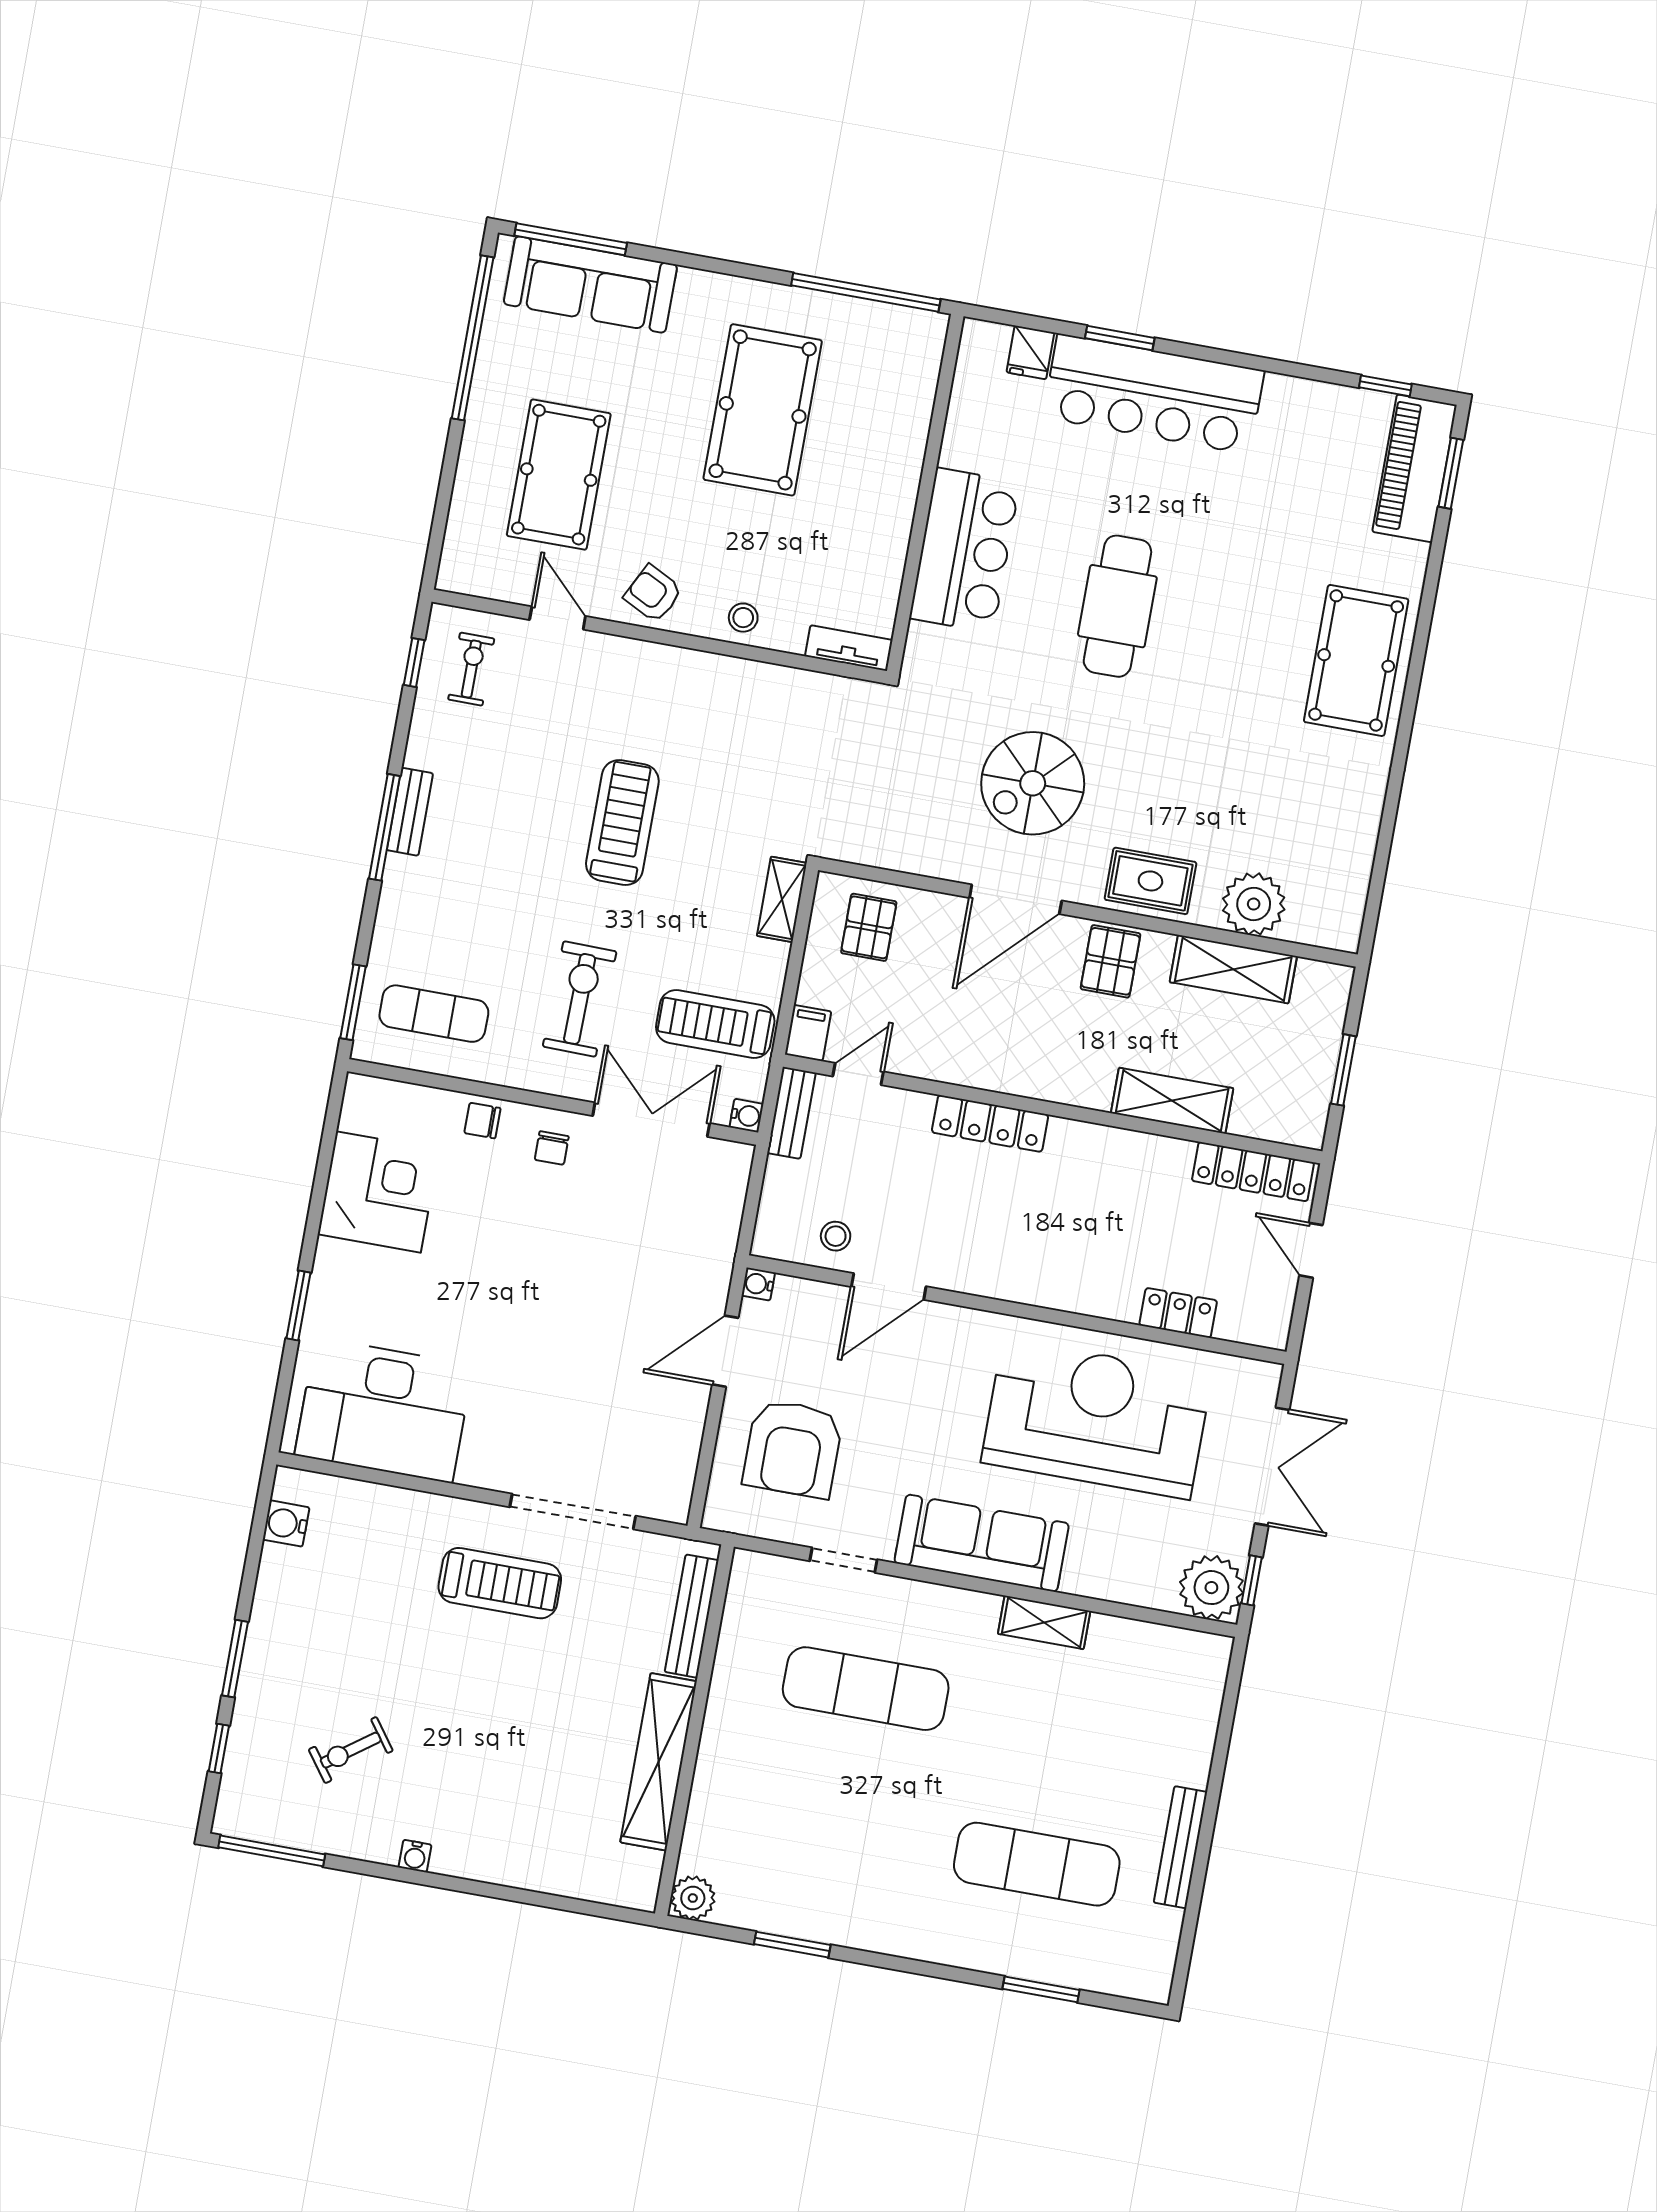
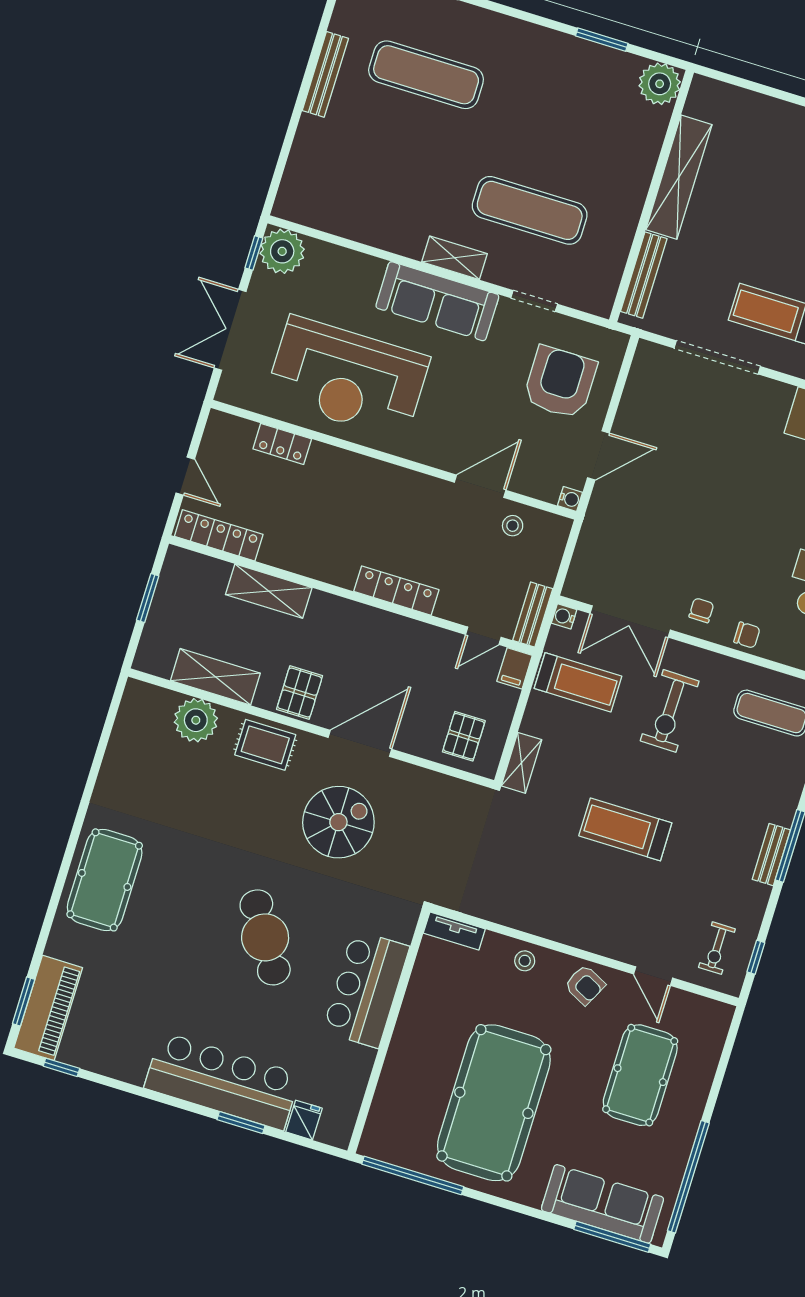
pool table: (763, 410) -> (494, 1103), width x1.36, depth x1.32
cafe table: (1117, 606) -> (265, 937), turned -32
treadmill: (622, 822) -> (625, 829), turned 90
shelving: (1044, 1622) -> (455, 258), moved
plant: (693, 1898) -> (660, 84), width x1.36, depth x1.36

